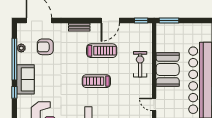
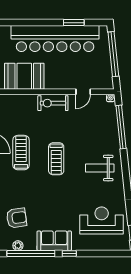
armchair: (45, 47) -> (17, 218), turned -98
exercise bike: (140, 64) -> (53, 103), moved
booth: (168, 70) -> (24, 76), moved

